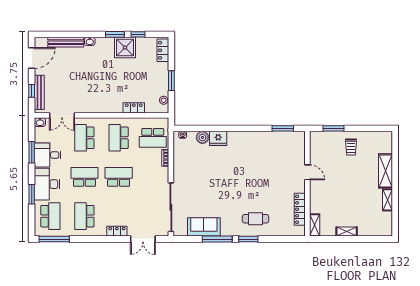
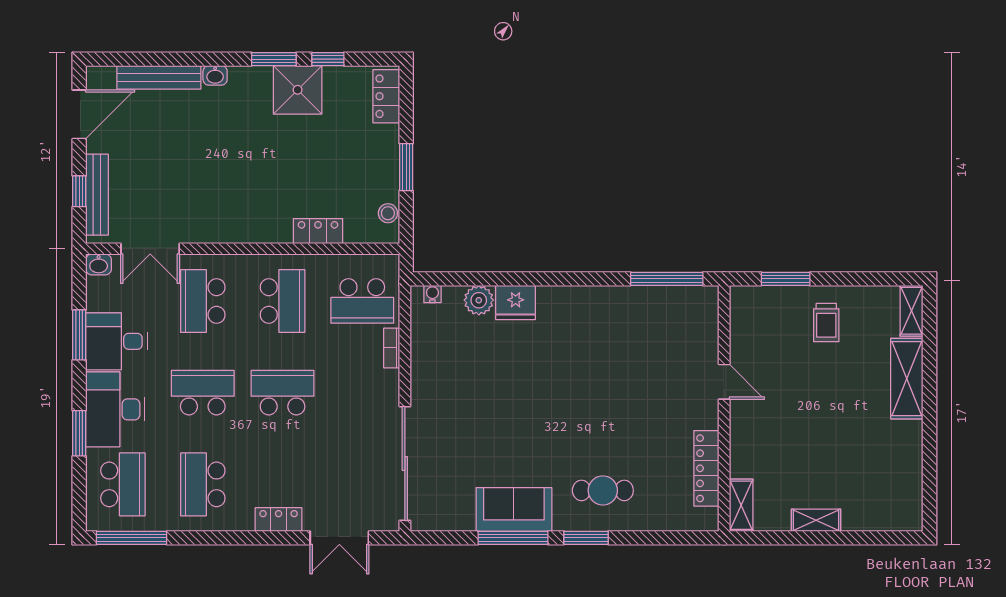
window: (283, 128) -> (667, 279), width x1.44
school desk: (119, 138) -> (283, 301), turned 180
shelving: (387, 200) -> (912, 311), moved
sofa: (204, 227) -> (514, 509), moved

